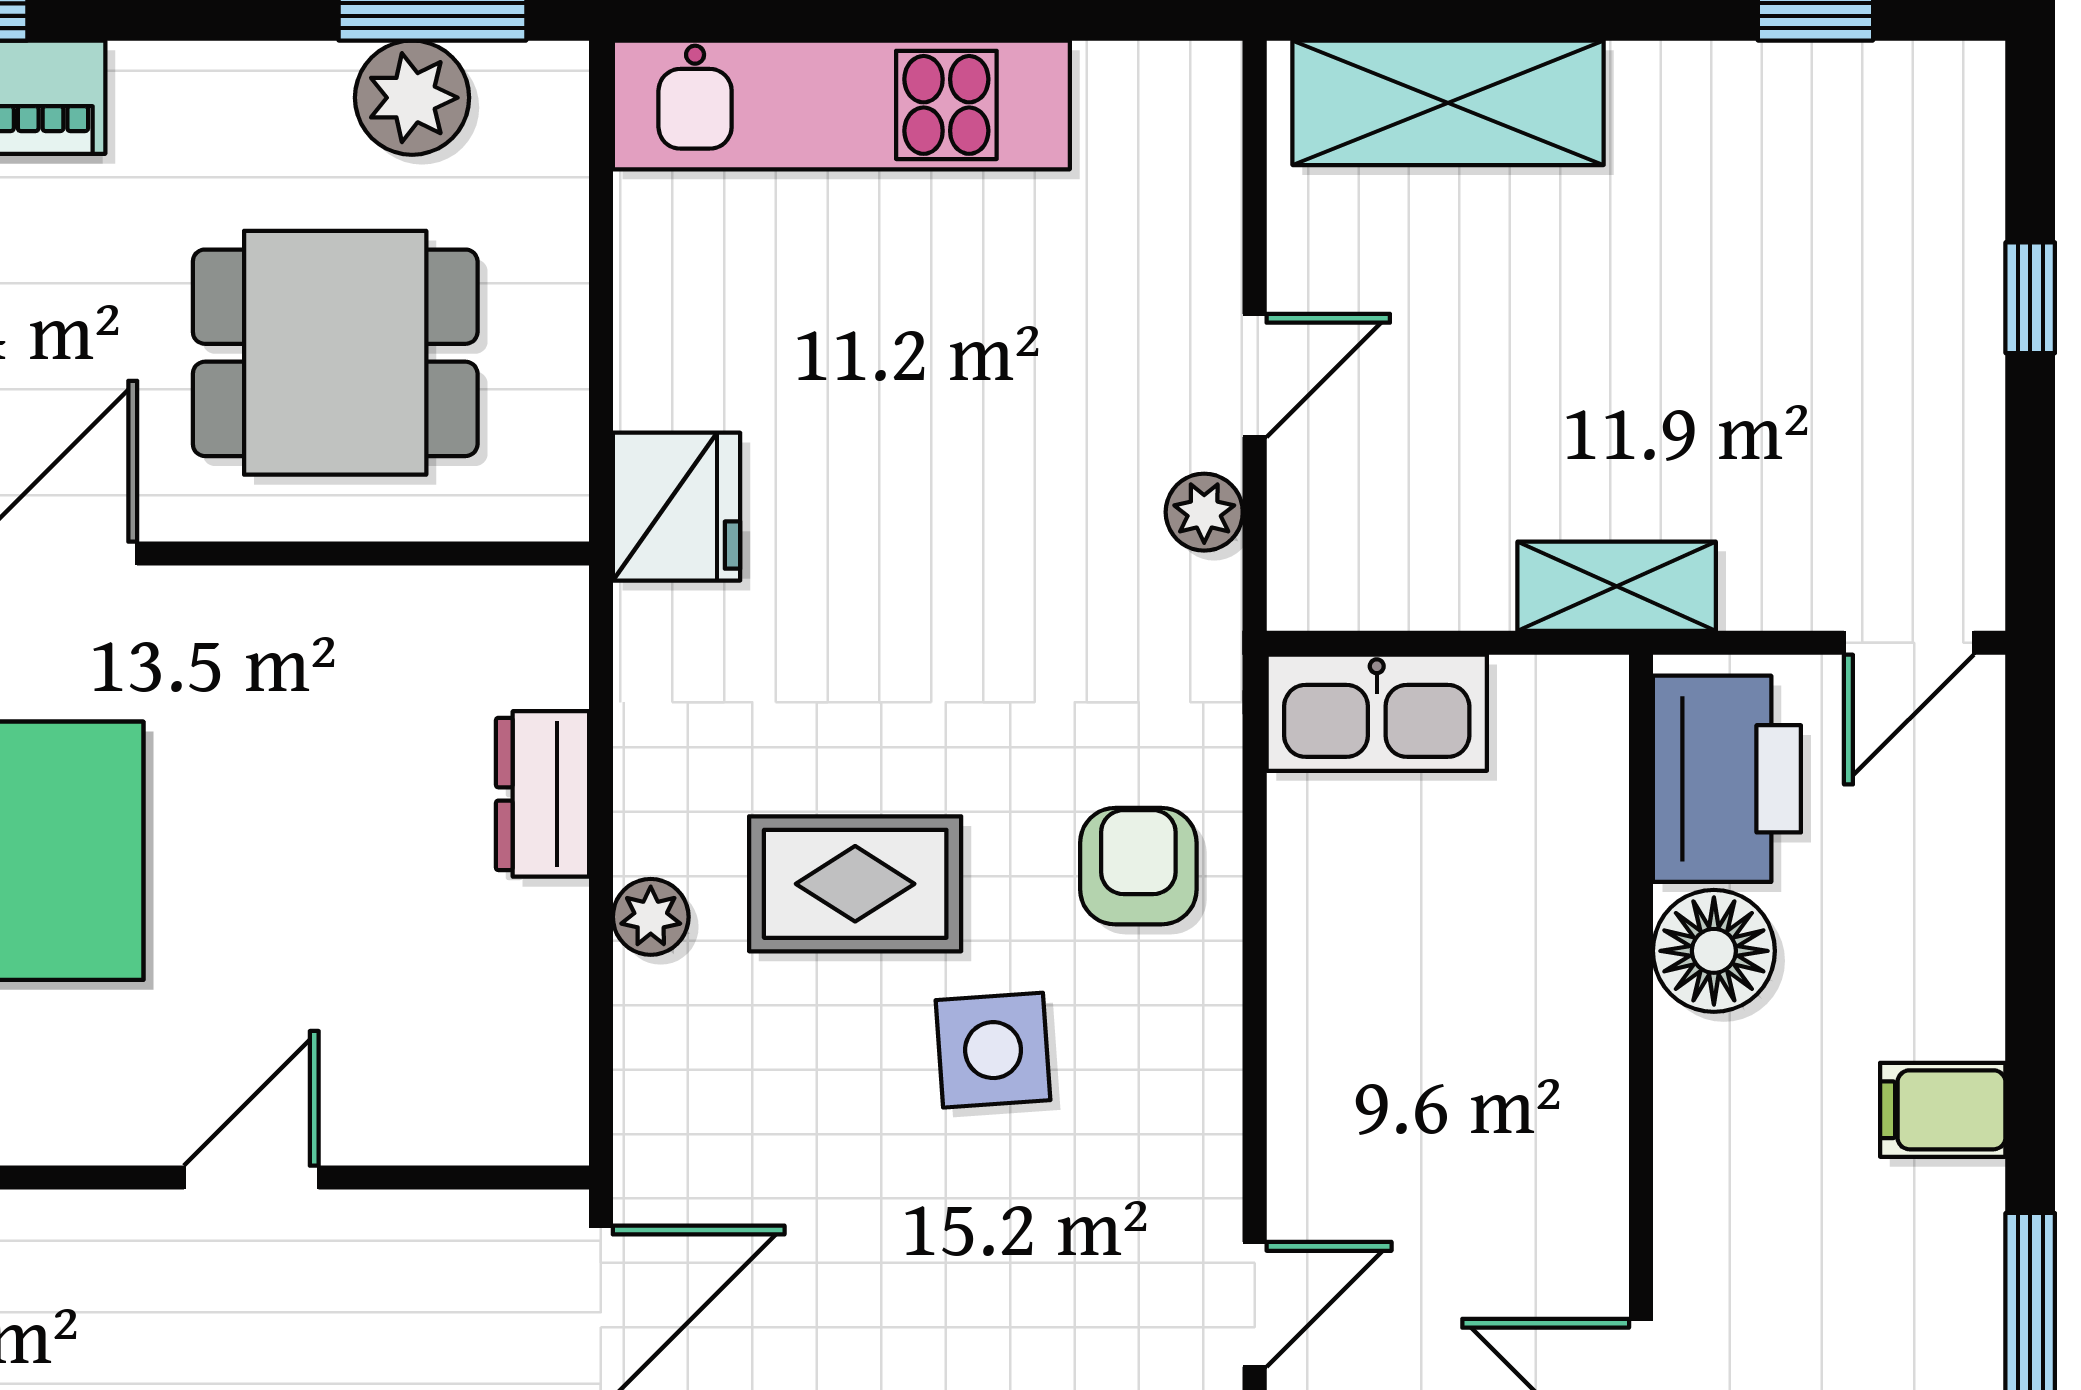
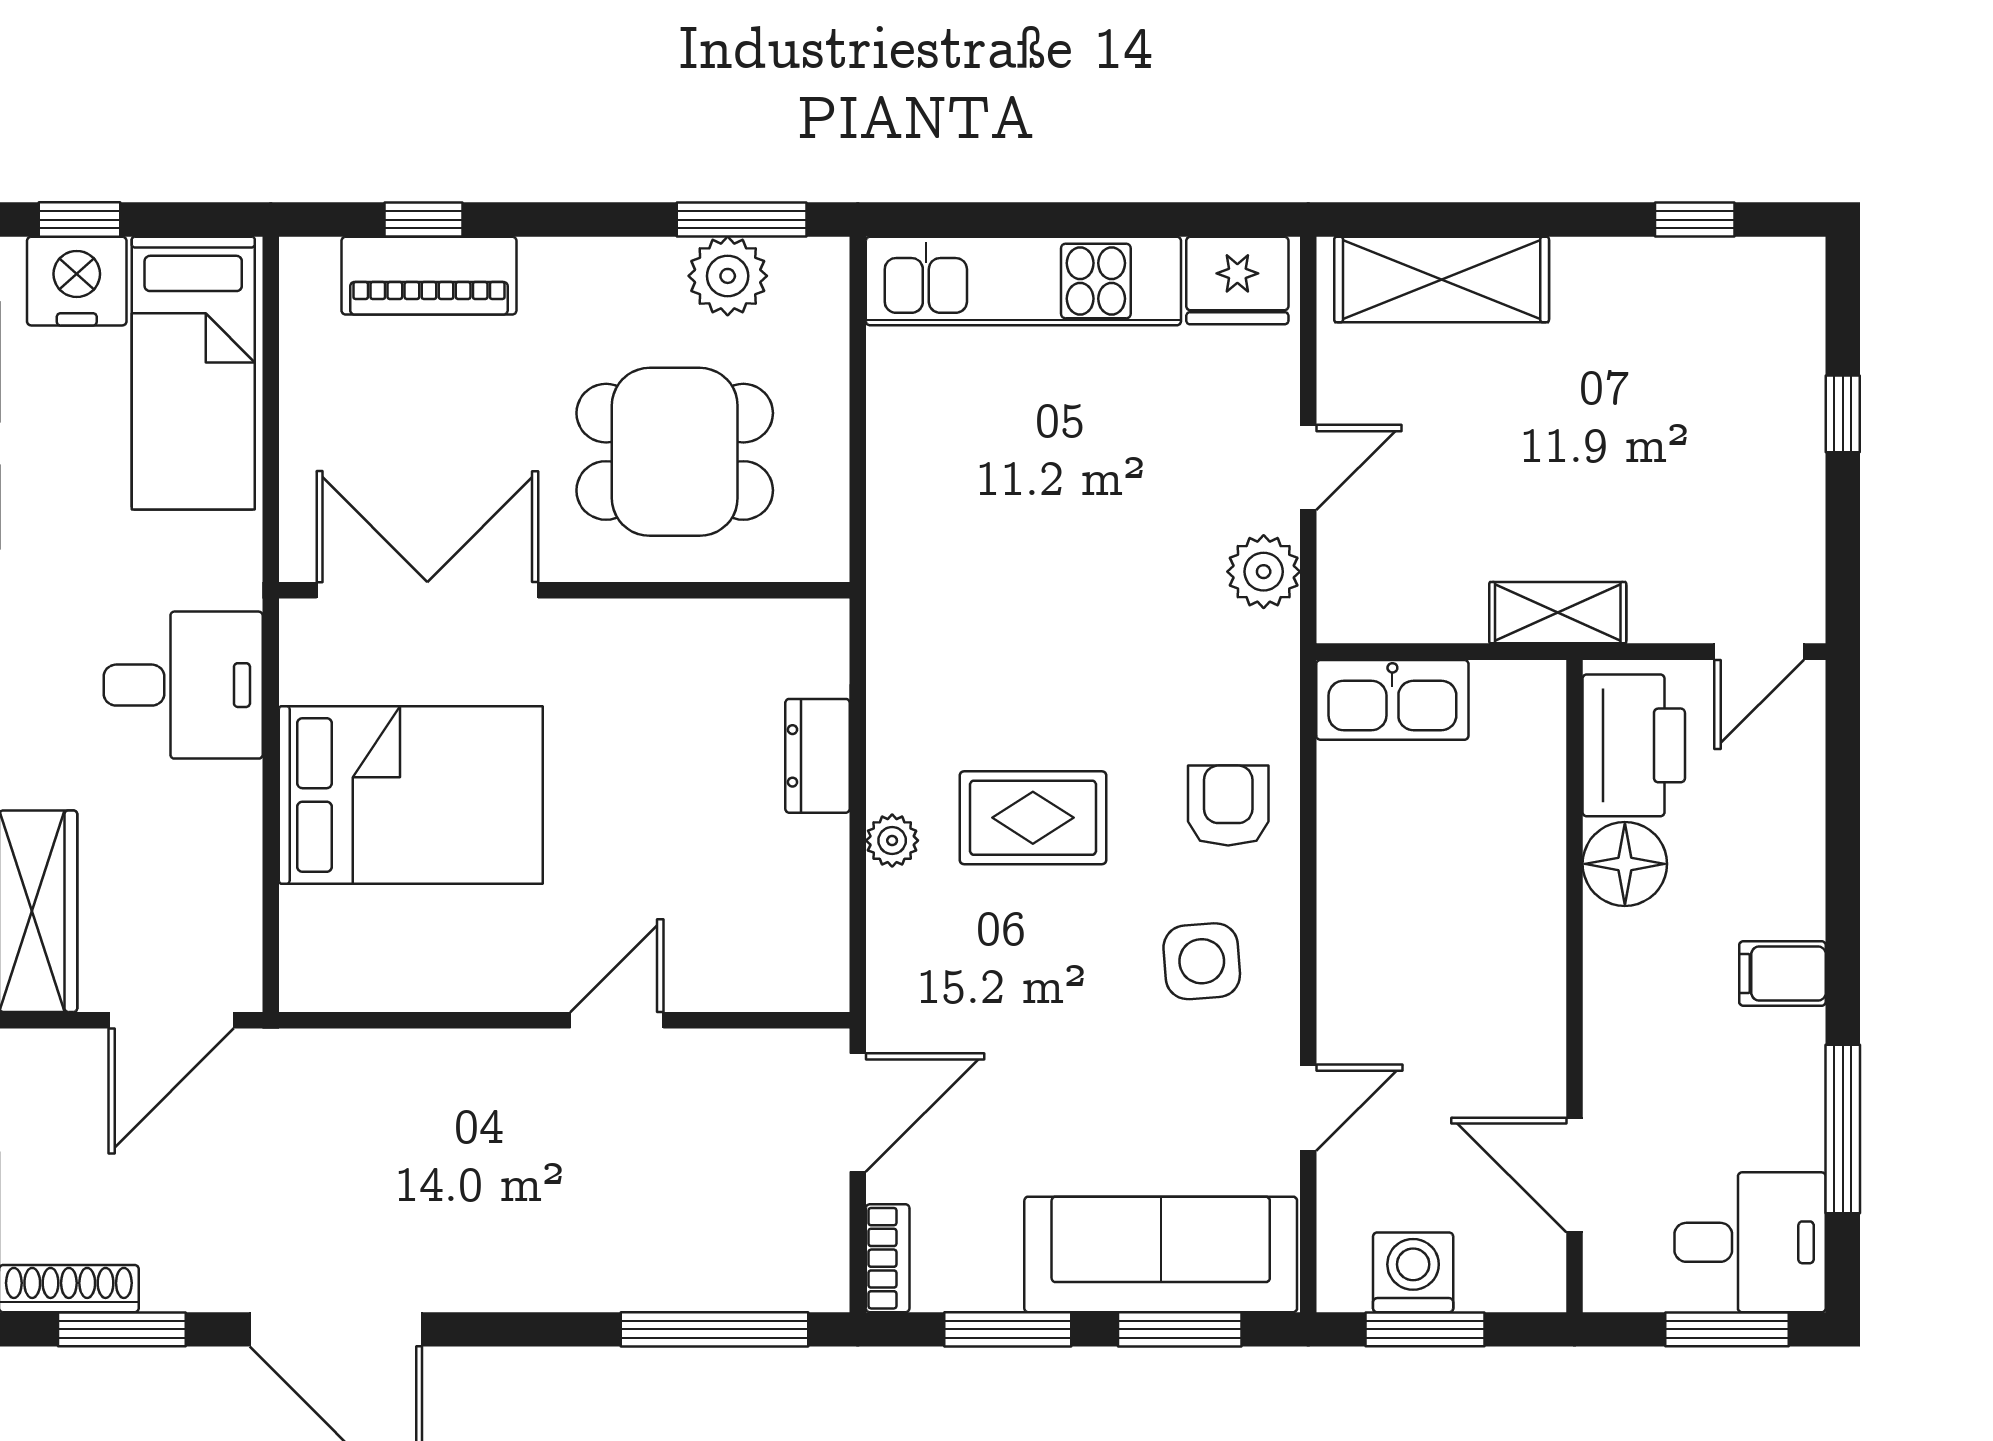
fridge: (676, 507) -> (1237, 280), moved, turned 90
plant: (1204, 512) -> (1264, 572), width x1.38, depth x1.38
side table: (993, 1050) -> (1202, 961), moved

